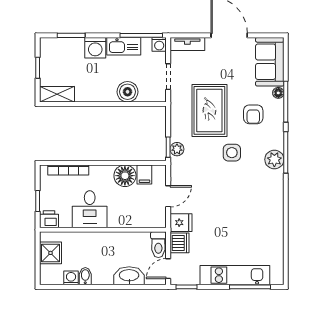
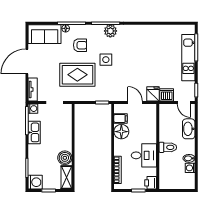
washing machine: (95, 48) -> (35, 182), moved
boiler: (128, 92) -> (65, 158), moved
plant: (177, 149) -> (103, 97), removed
toilet: (158, 245) -> (168, 147), moved
shower: (51, 253) -> (173, 182), removed

